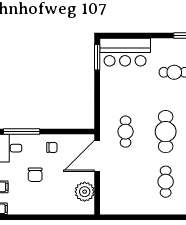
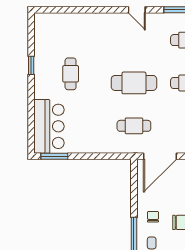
chair: (52, 147) -> (153, 217), moved
door: (97, 156) -> (160, 156), hinge flipped

